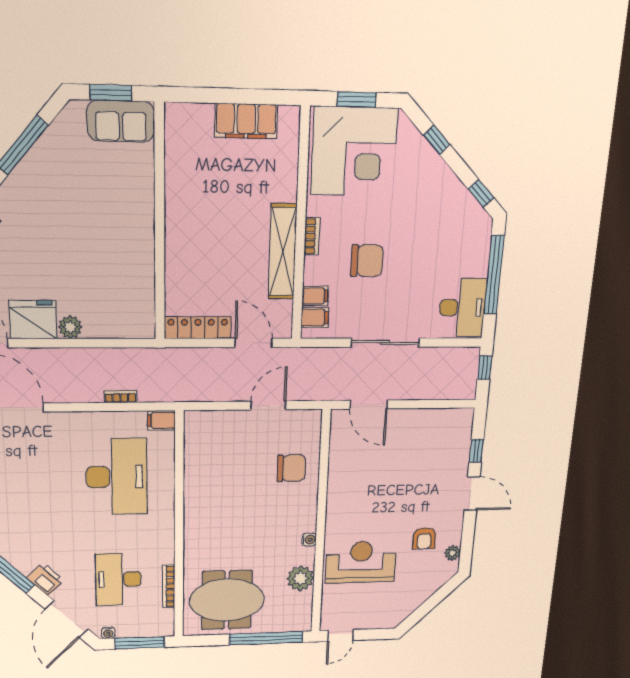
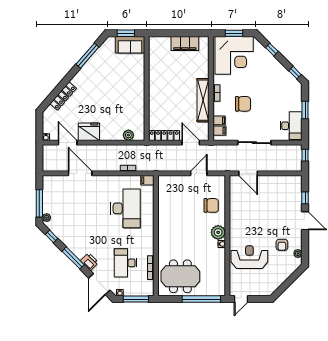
window: (494, 275) -> (305, 110), width x0.47
plant: (70, 327) -> (128, 135), moved
plant: (300, 578) -> (218, 232), moved

